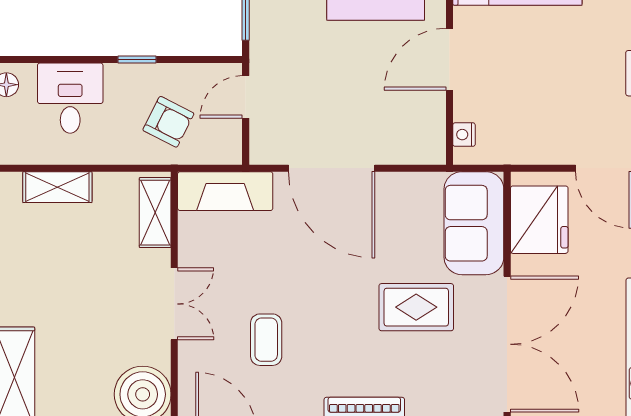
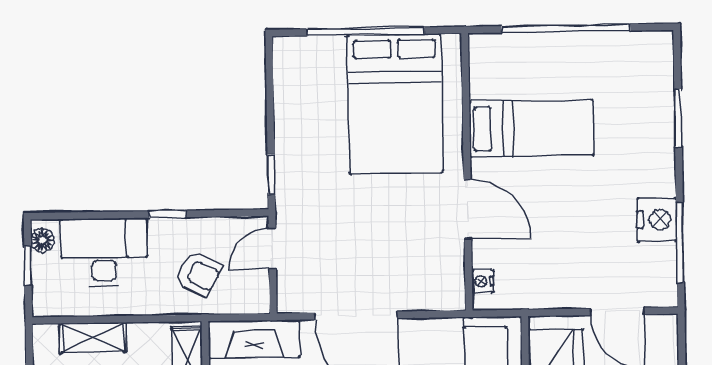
door: (449, 59) -> (467, 209), swing flipped
desk: (70, 98) -> (104, 252), width x1.37

